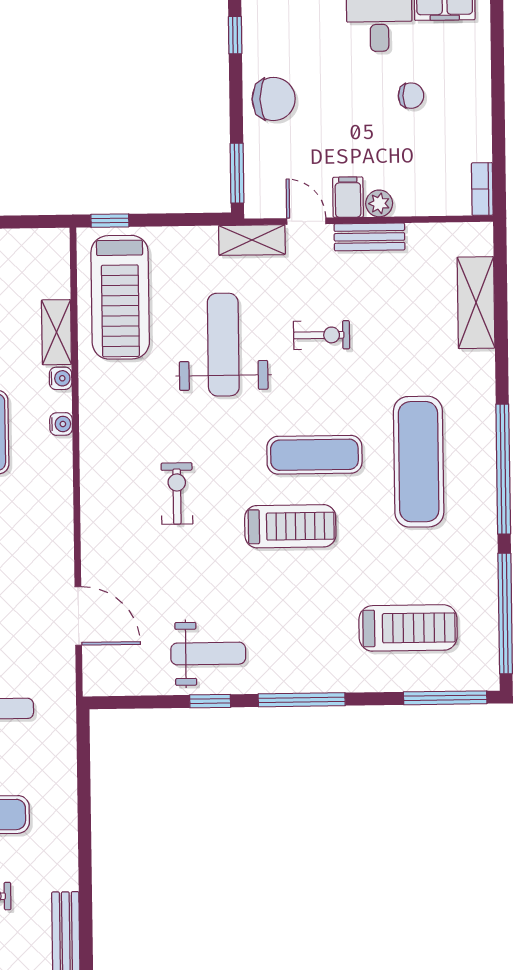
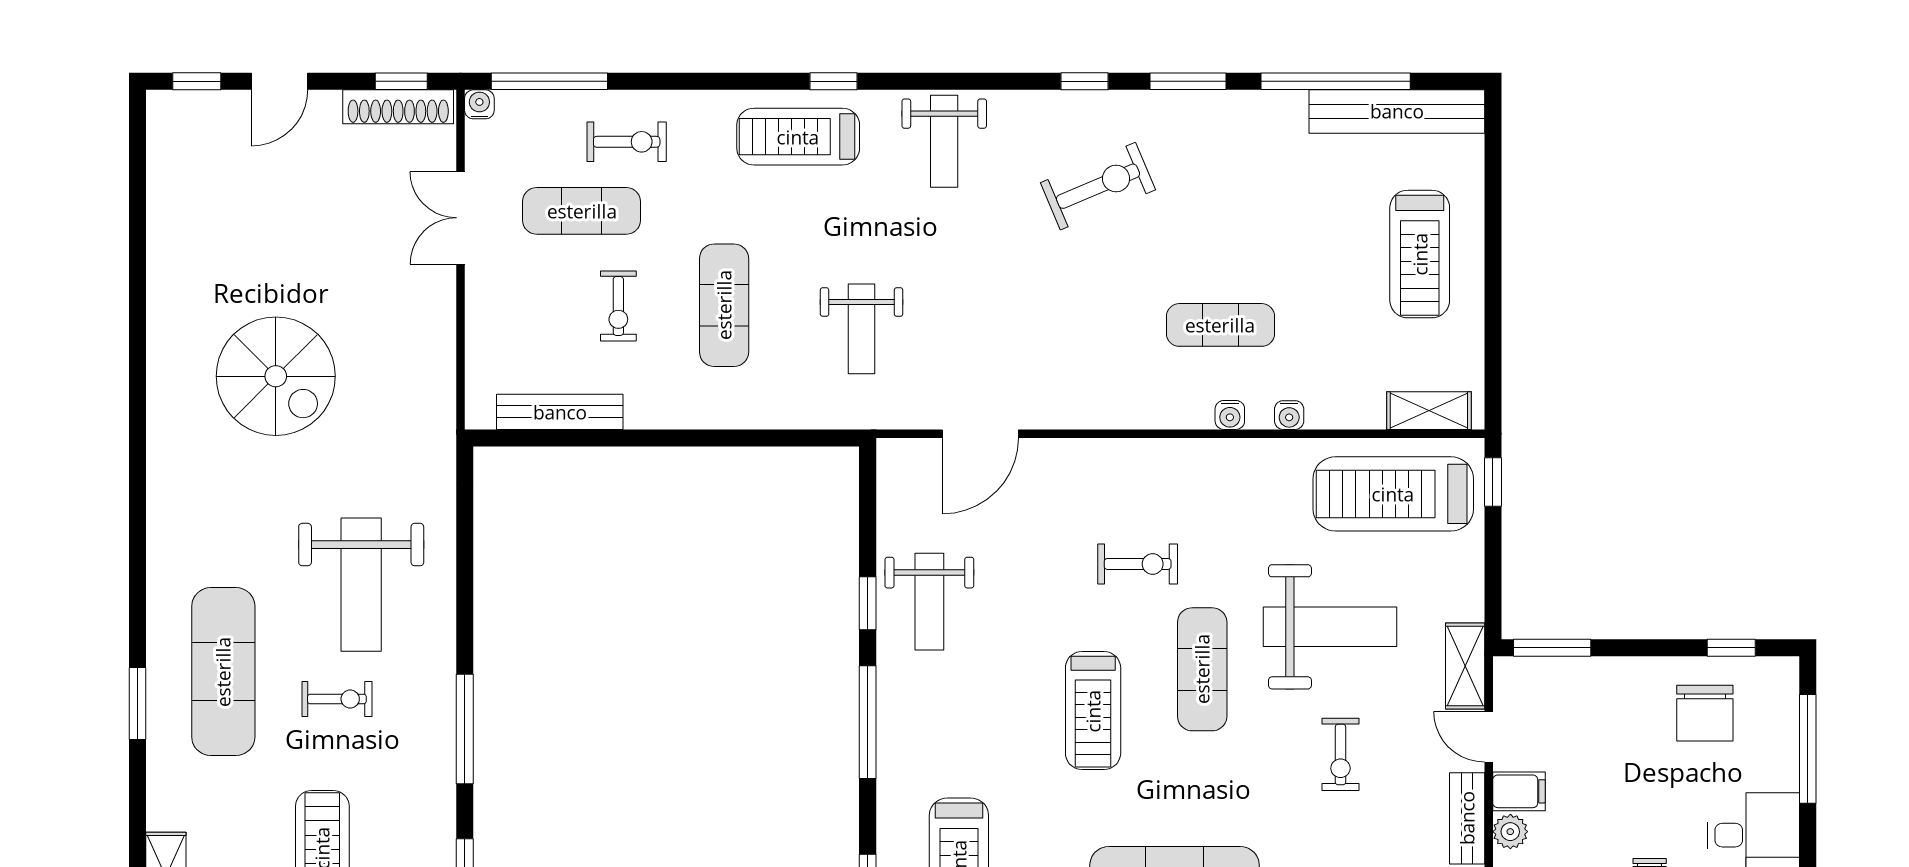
chair: (274, 99) -> (1705, 713), moved
door: (306, 221) -> (1489, 737), swing flipped
shelving: (56, 332) -> (1429, 411), moved
exercise mat: (314, 455) -> (1202, 669), moved

